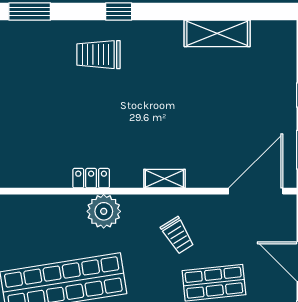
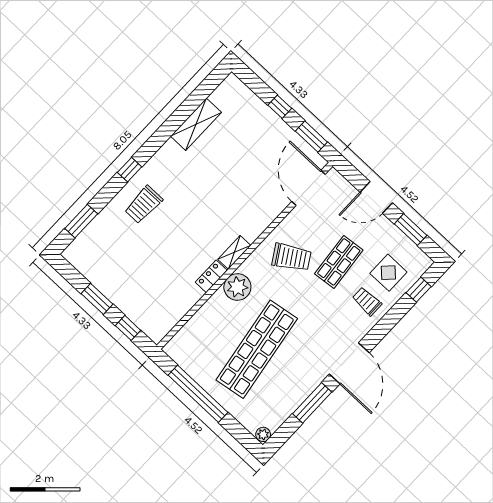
shelving: (164, 179) -> (234, 252), moved
trolley: (178, 235) -> (292, 257), width x1.36, depth x1.39

